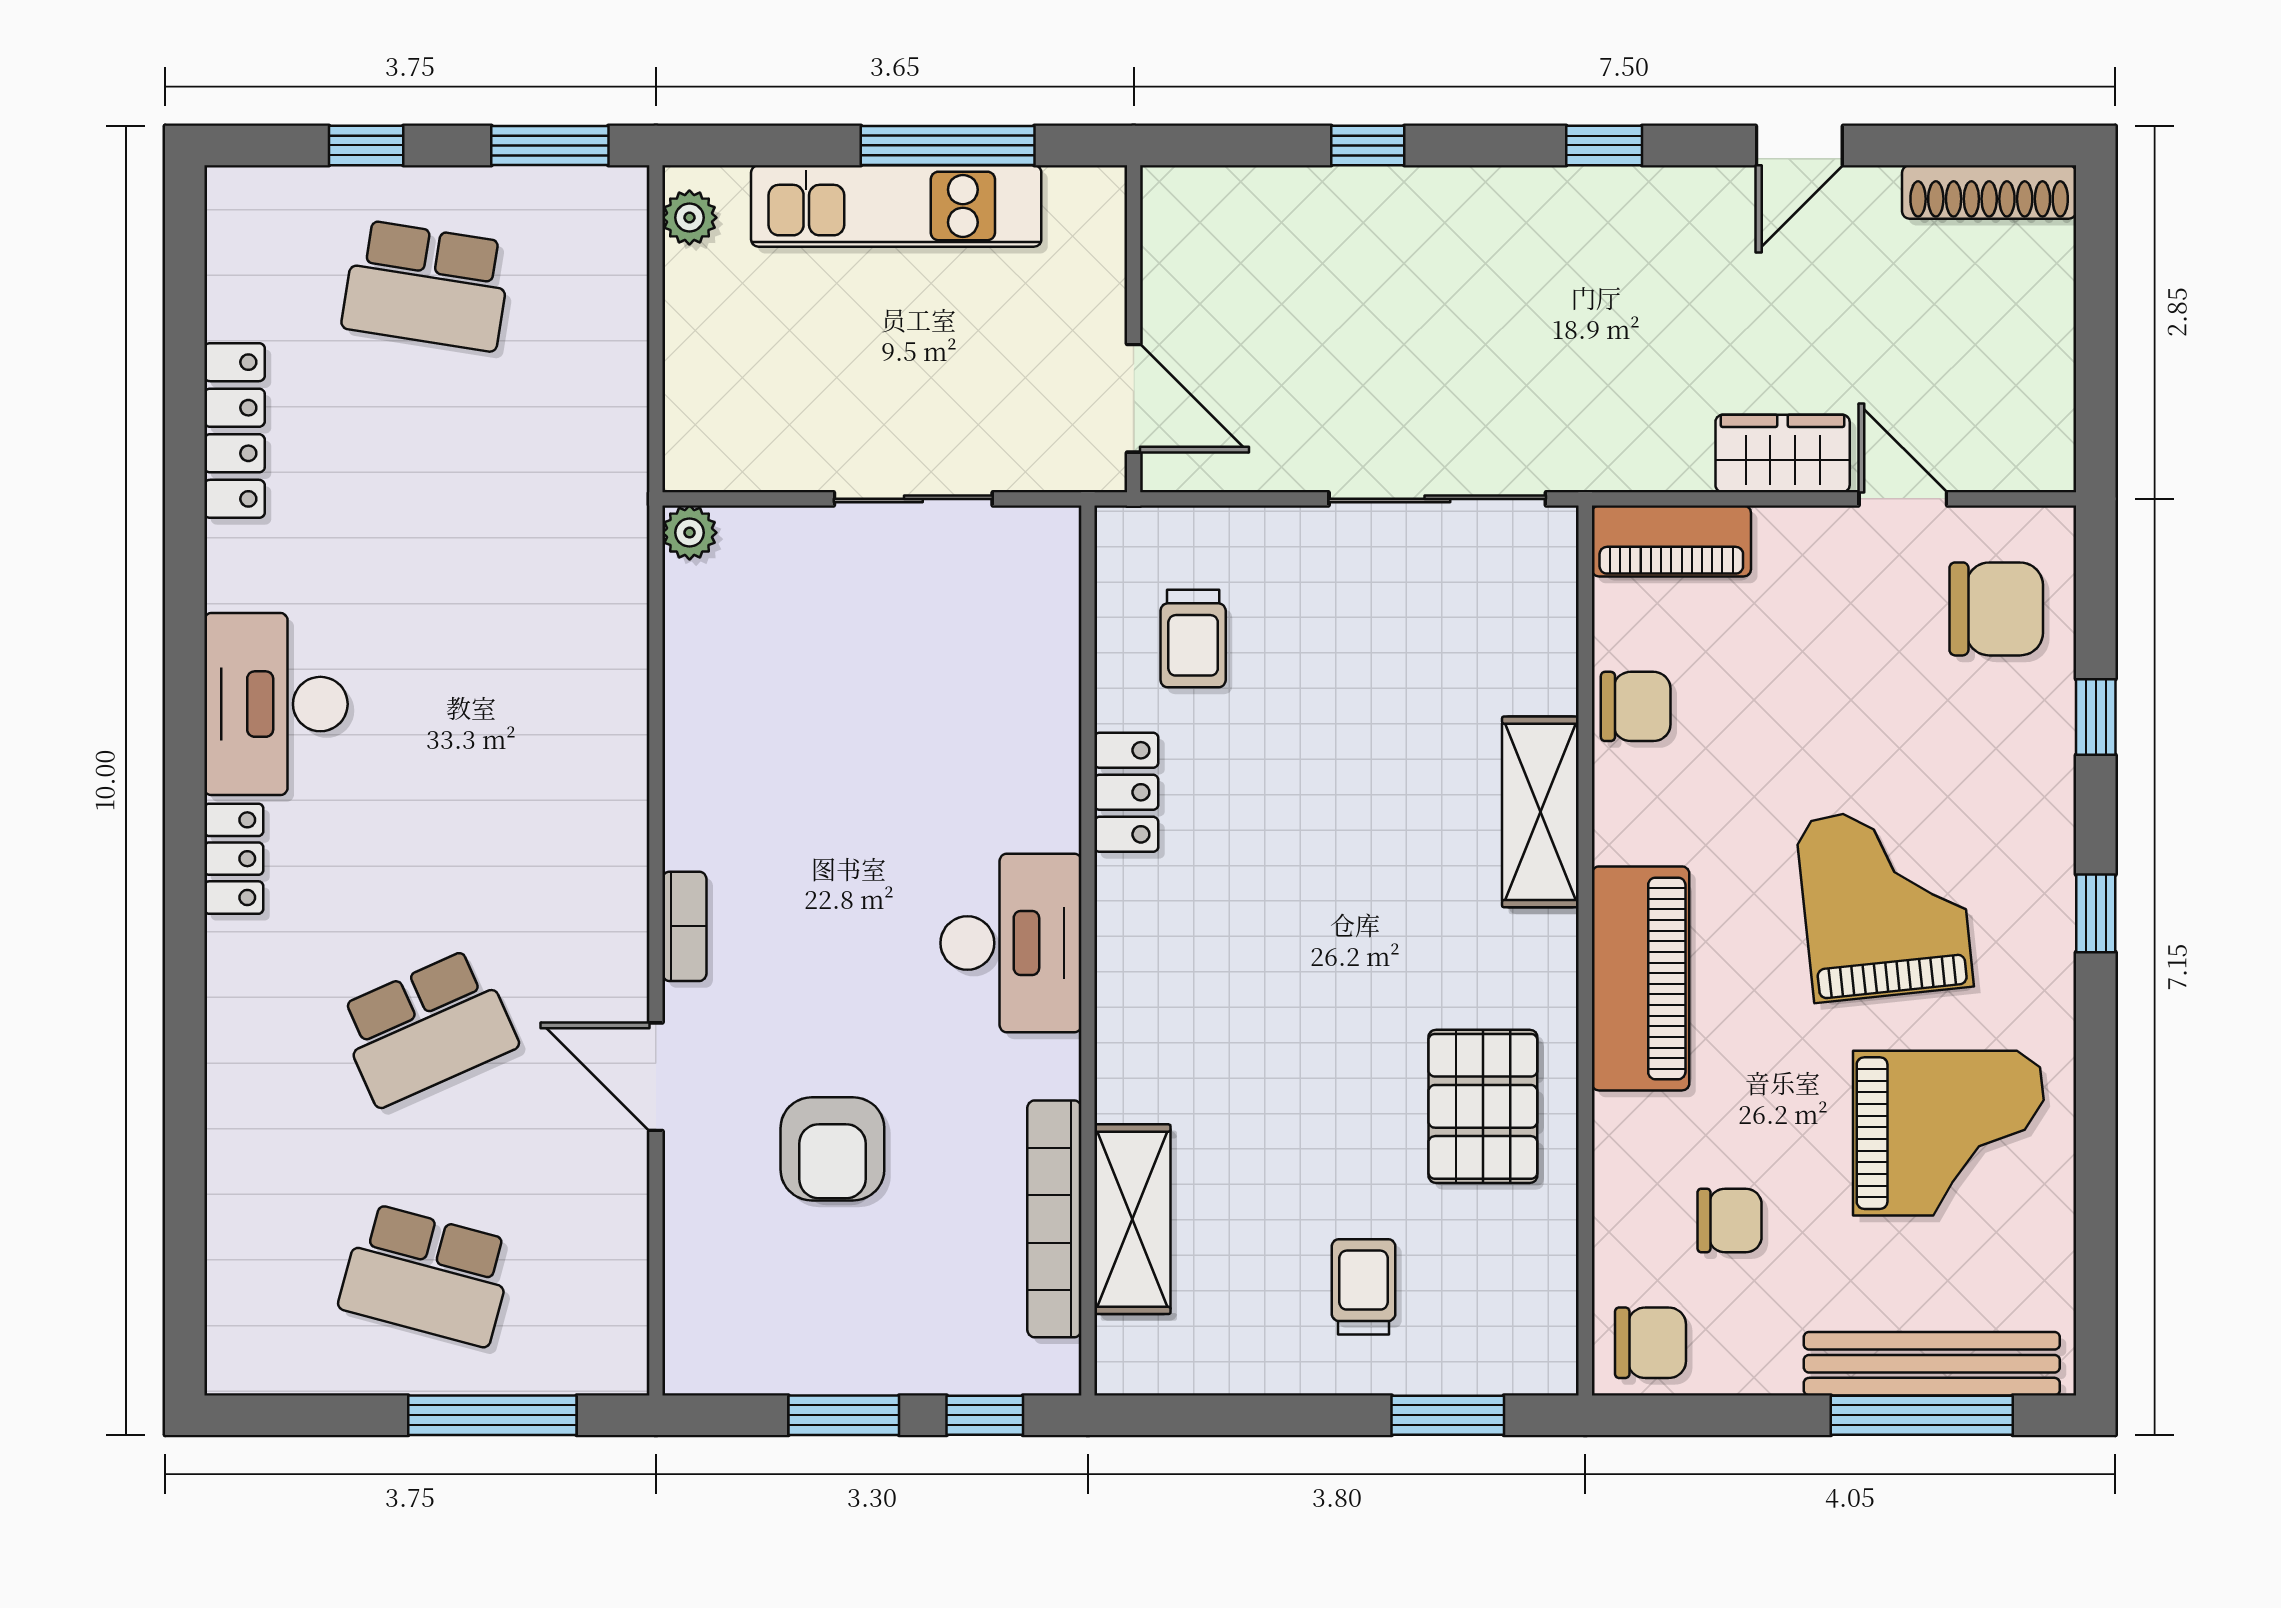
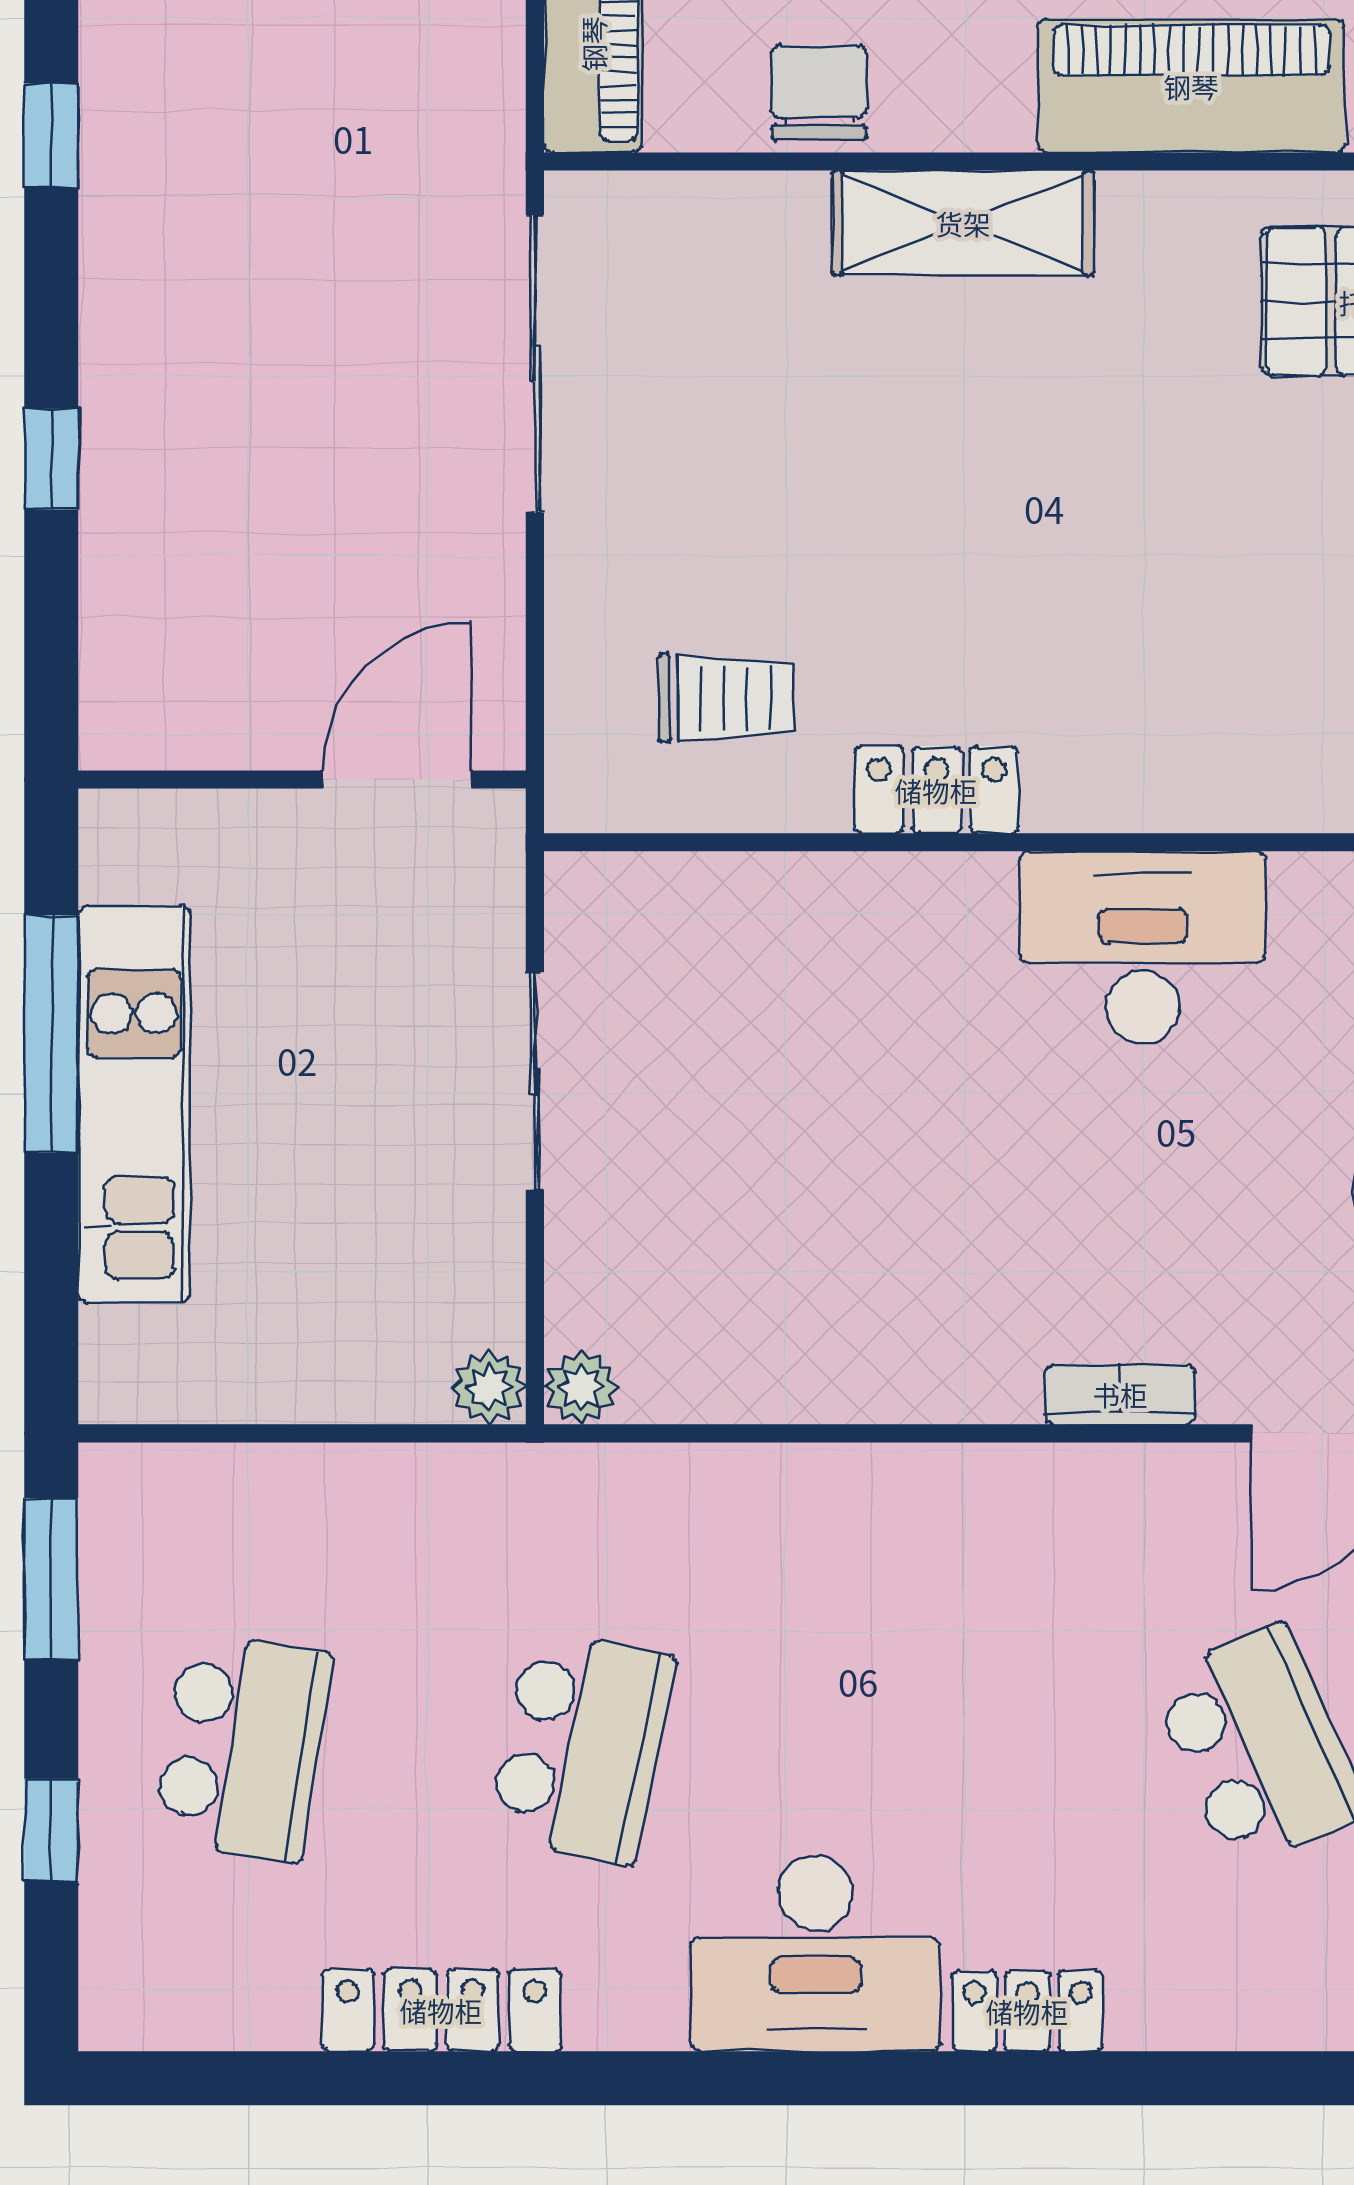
plant: (689, 218) -> (489, 1387), moved
school desk: (427, 533) -> (582, 1747), added

